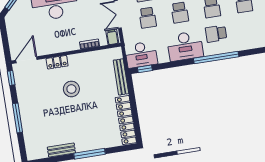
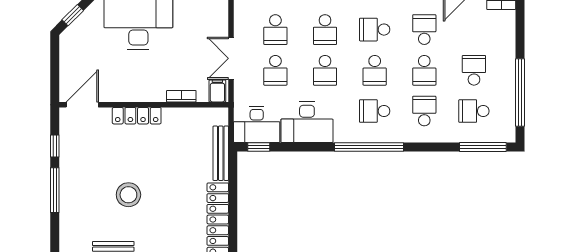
school desk: (248, 29) -> (424, 111), added
desk: (185, 46) -> (307, 122), moved
locker: (57, 62) -> (137, 116), width x1.53
window: (11, 78) -> (55, 146), moved
stool: (71, 89) -> (128, 195), moved

